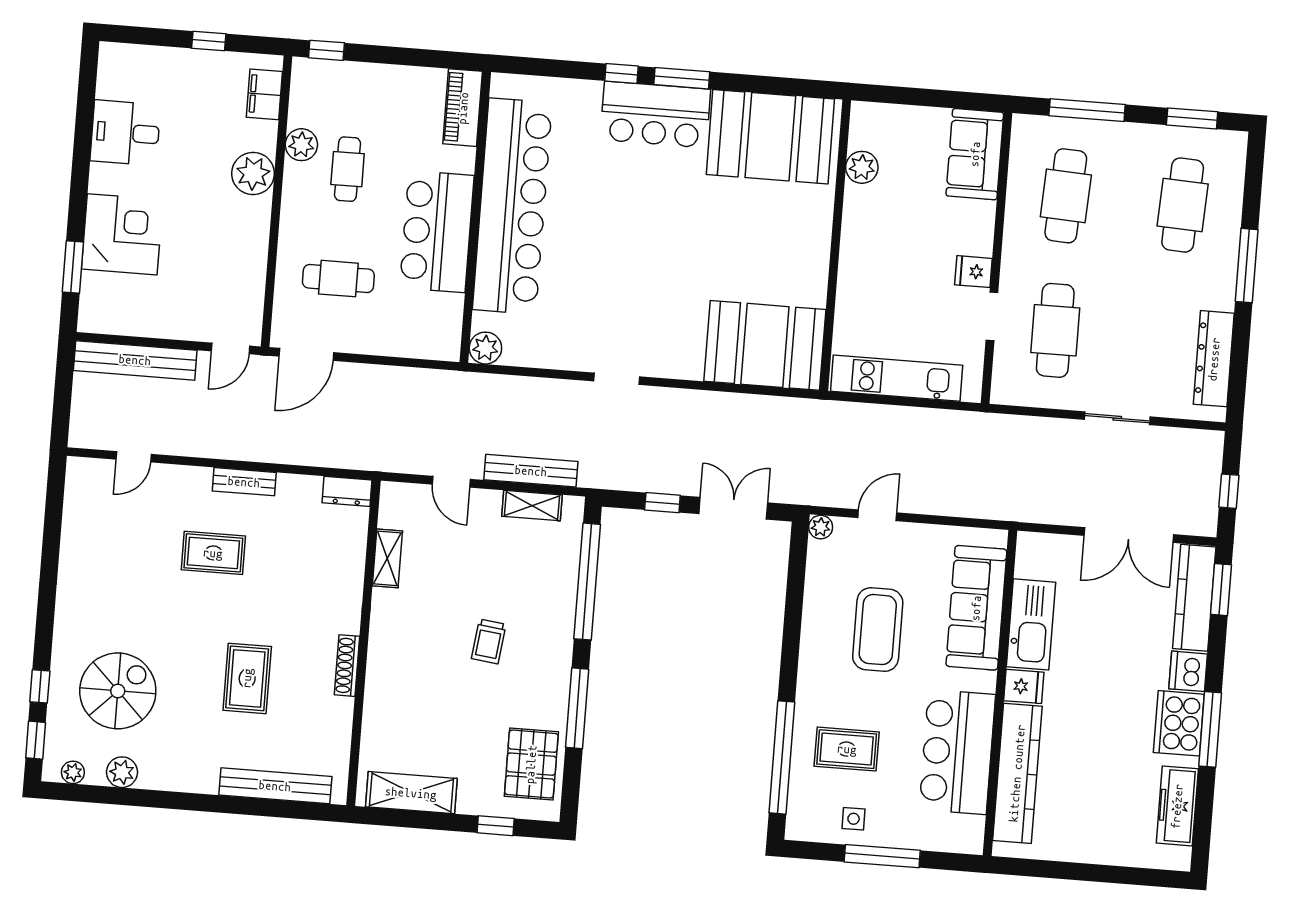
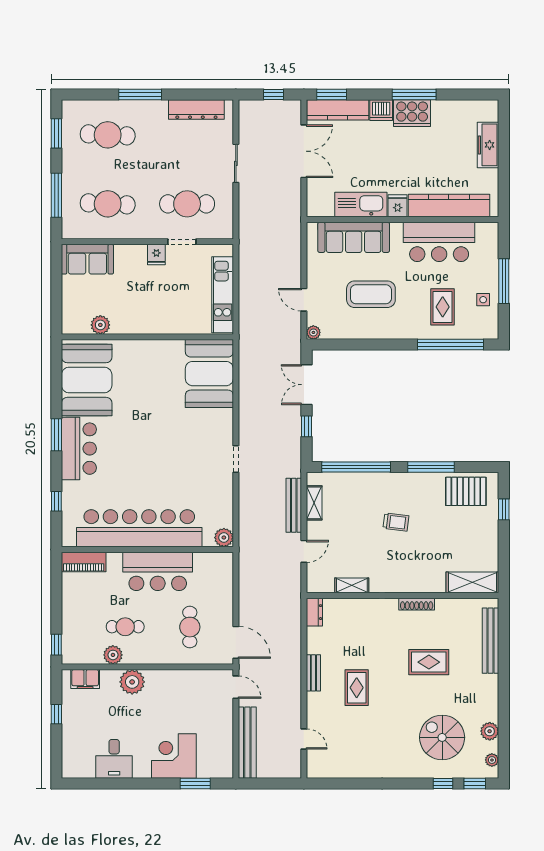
window: (622, 73) -> (56, 501), moved
shelving: (411, 793) -> (472, 582), moved, turned 90
freezer: (1177, 806) -> (488, 145), moved, turned 90

